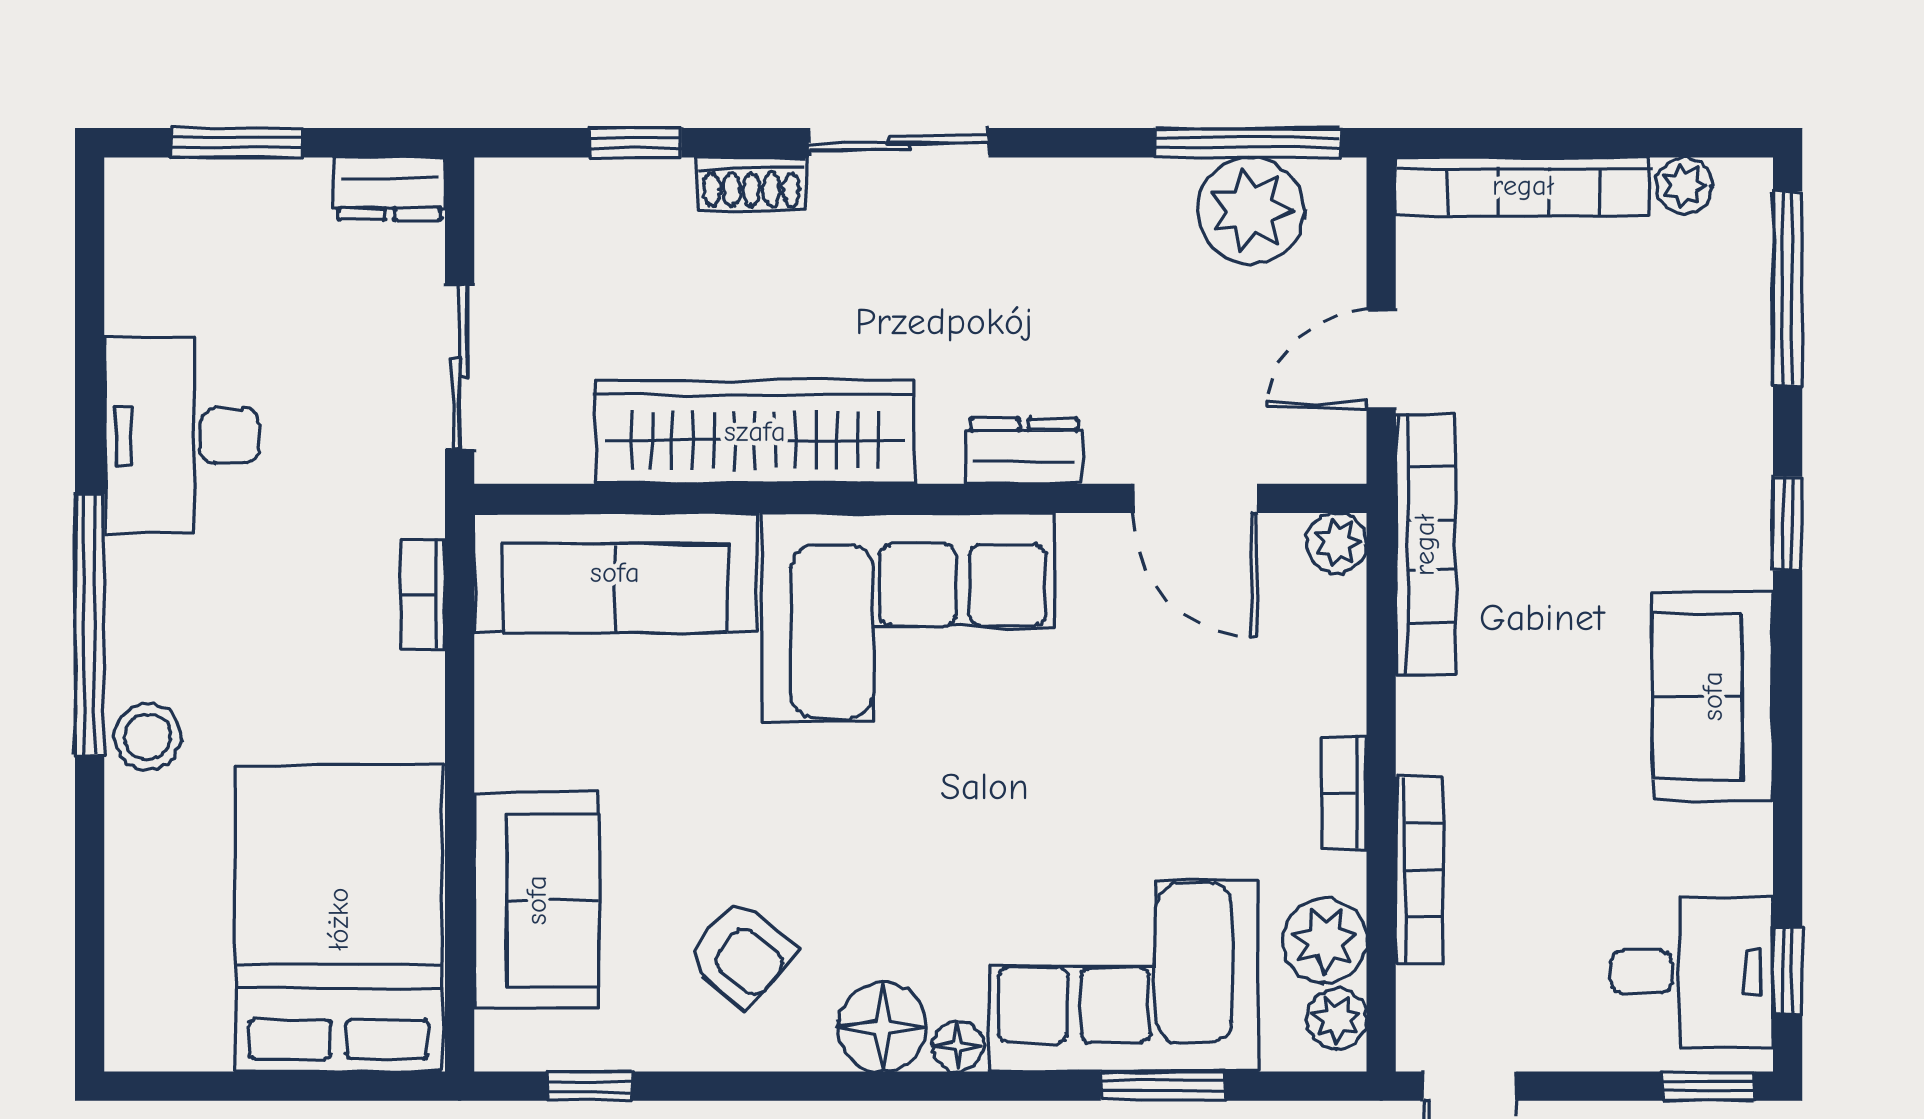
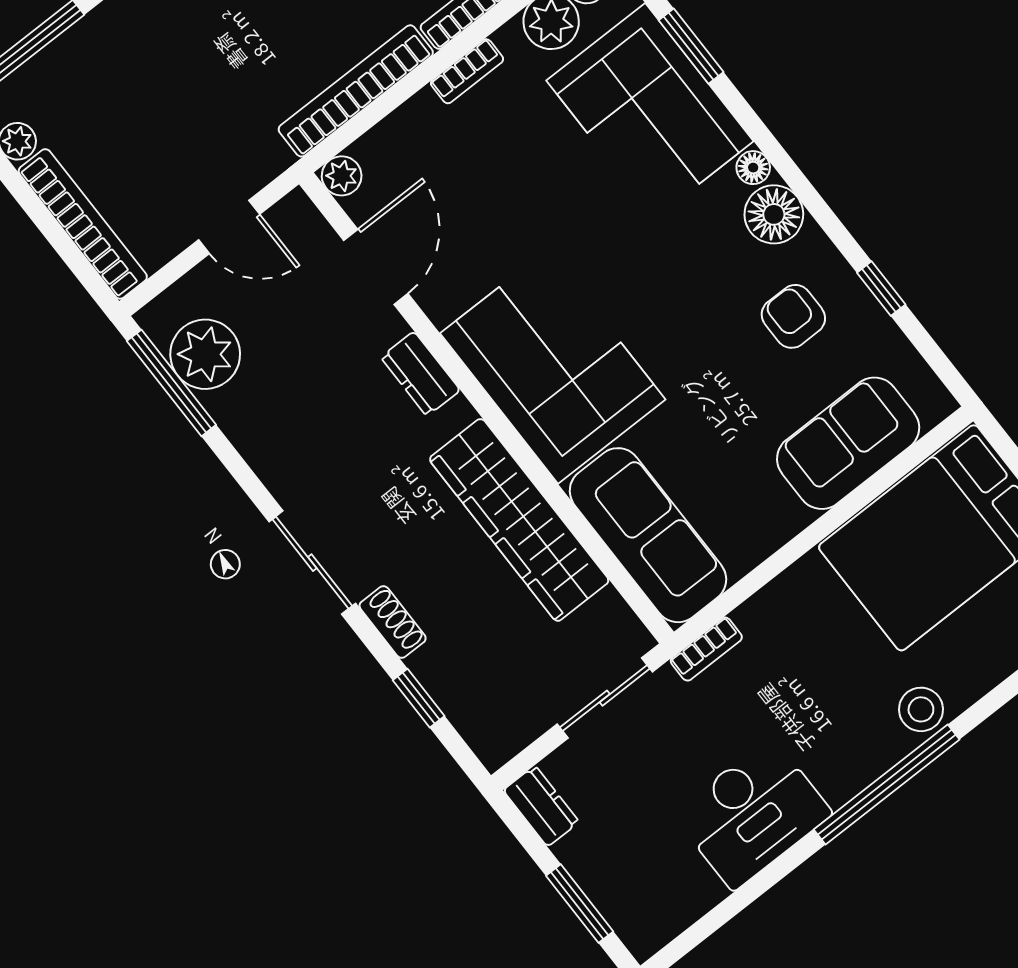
bookcase: (1425, 545) -> (356, 91), moved
bookcase: (423, 594) -> (706, 649), moved
armchair: (741, 954) -> (793, 316), turned -41
window: (590, 1086) -> (881, 289), moved

